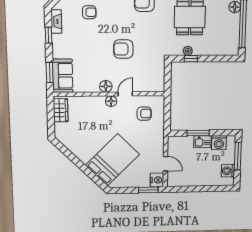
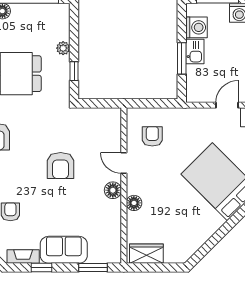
plant: (188, 51) -> (63, 48), moved
sofa: (63, 76) -> (64, 250), moved
floor lamp: (111, 101) -> (134, 203), moved

